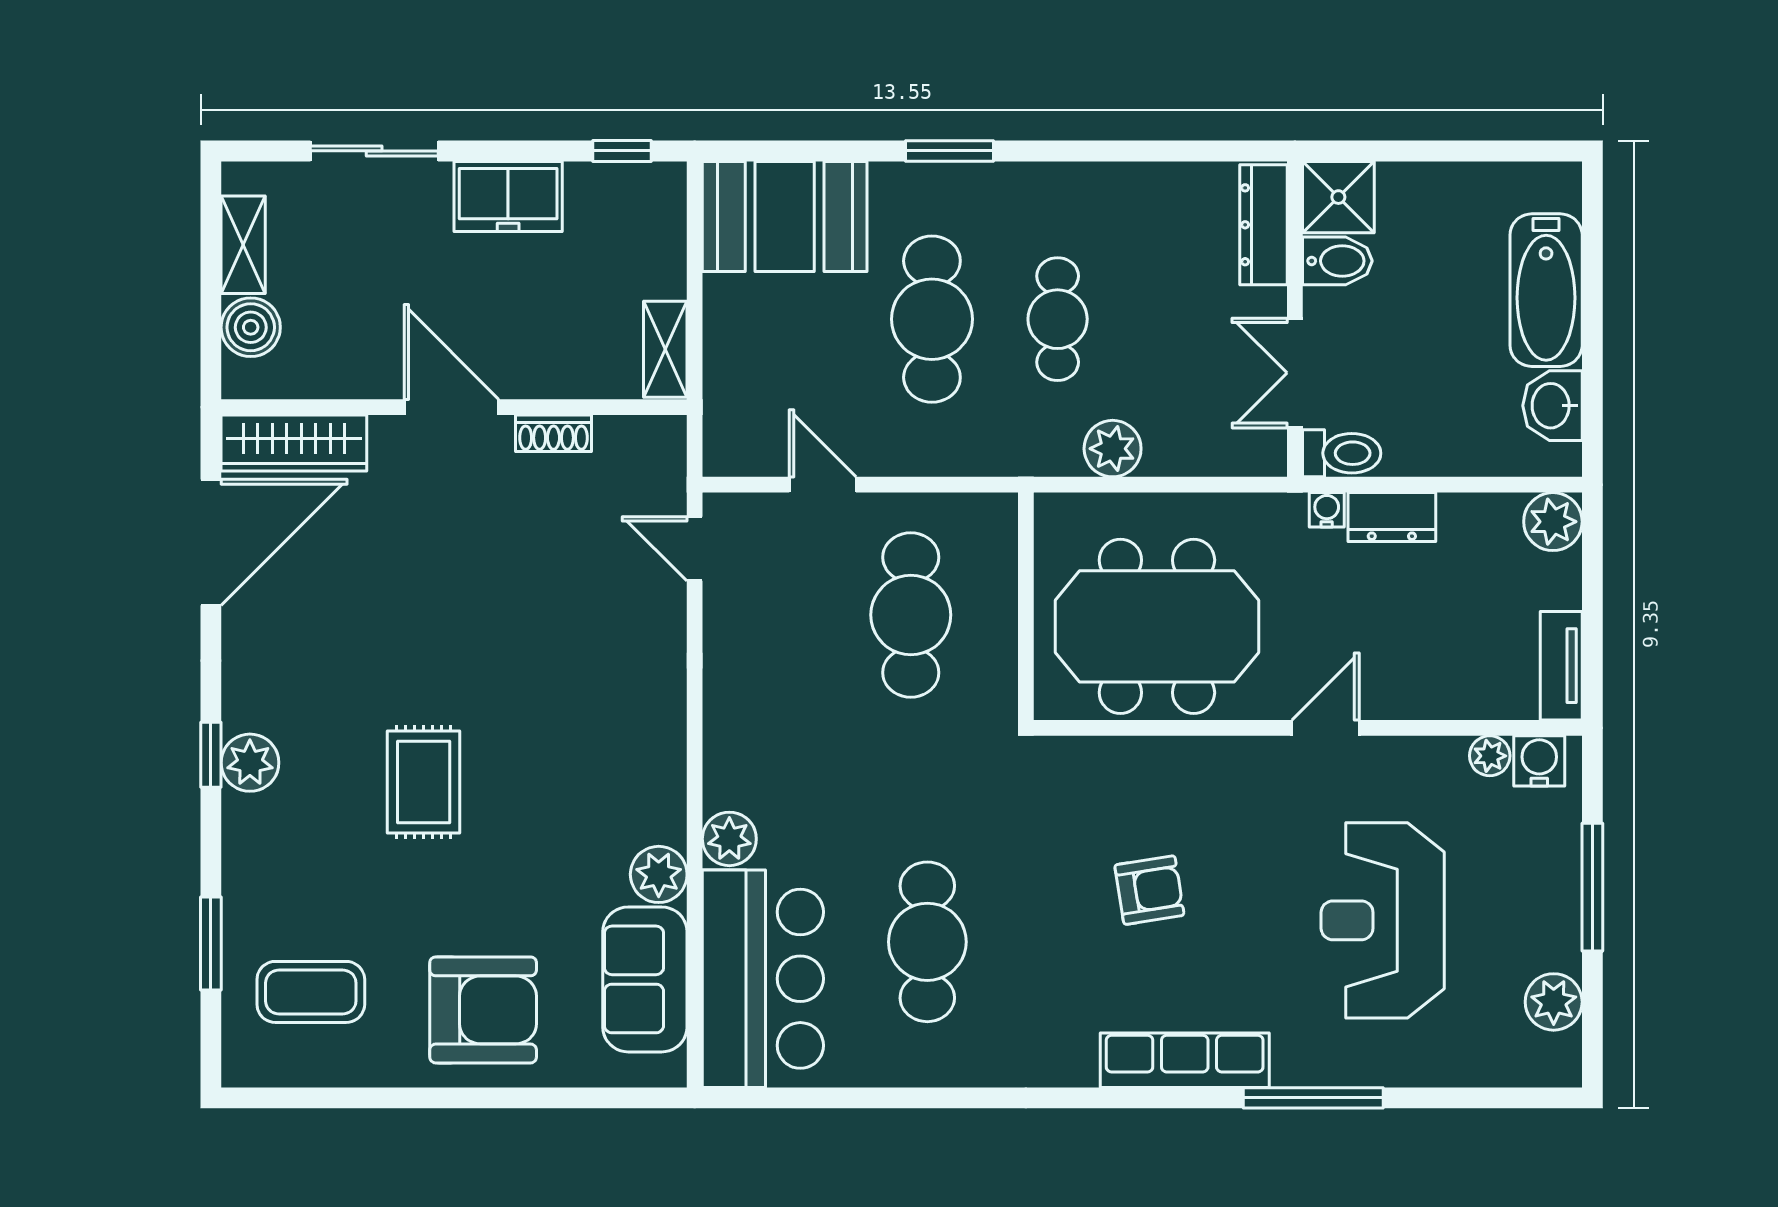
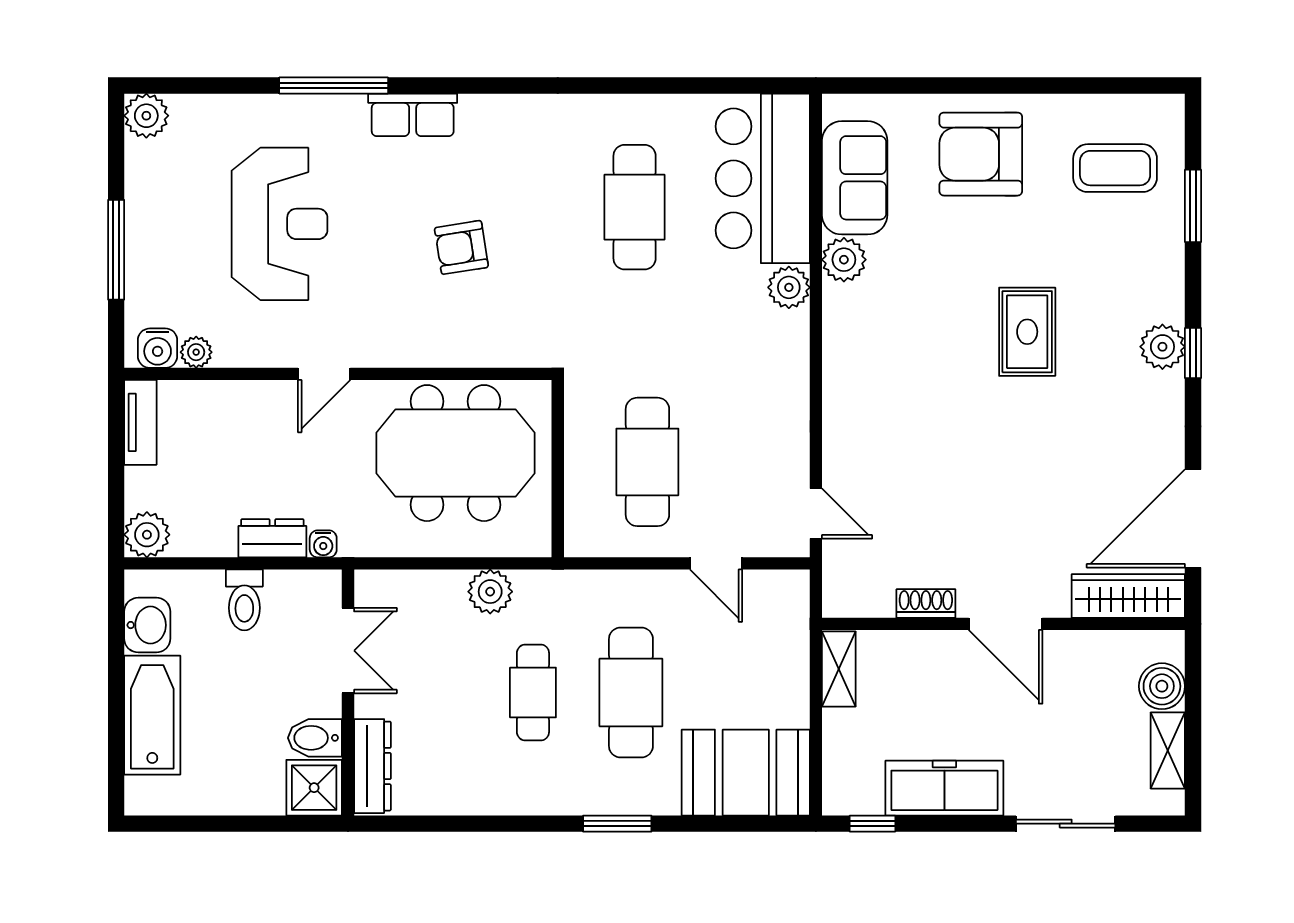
freezer: (508, 196) -> (944, 788), width x1.40
toilet: (1342, 453) -> (244, 600), moved, turned -90
plant: (1554, 1002) -> (146, 116), moved
row of seats: (1185, 1060) -> (413, 115), width x0.68

